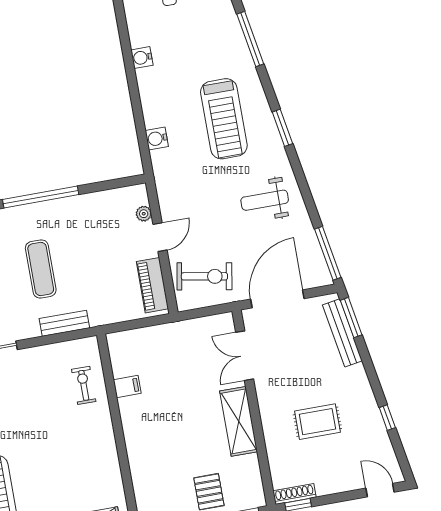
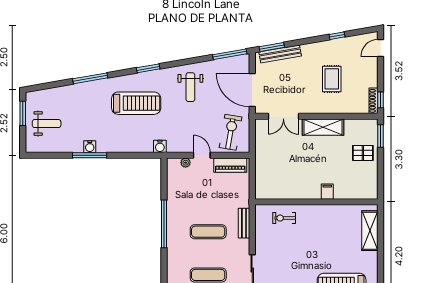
window: (128, 60) -> (90, 155), added
water cooler: (157, 138) -> (160, 146), moved
filing cabinet: (127, 387) -> (327, 192), moved

